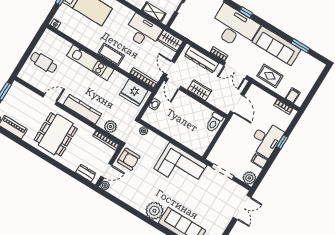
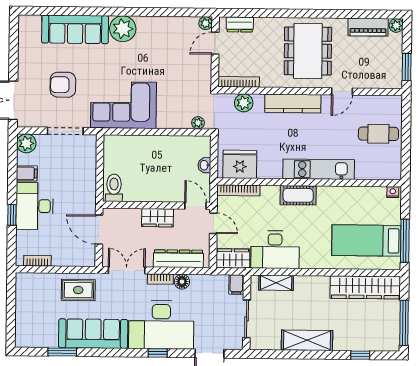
floor lamp: (207, 45) -> (182, 282), added
filing cabinet: (293, 96) -> (236, 284), moved
armchair: (129, 159) -> (63, 85), moved

